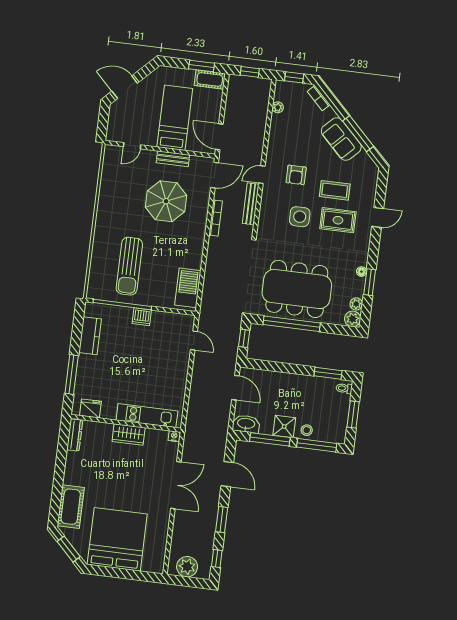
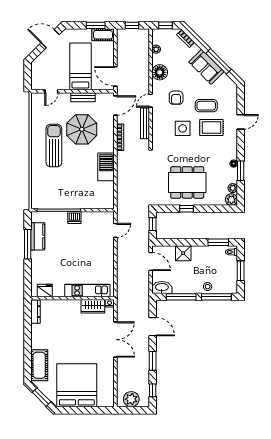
door: (125, 87) -> (50, 39), moved
floor lamp: (279, 139) -> (160, 72), added
sun lounger: (129, 266) -> (54, 146), moved, turned 180
barbecue: (188, 288) -> (106, 167), moved
dining table: (297, 289) -> (187, 182), width x0.73, depth x0.80
window: (292, 324) -> (187, 209), width x0.32
door: (194, 341) -> (115, 230), hinge flipped
window: (72, 374) -> (28, 244), moved
shower: (284, 427) -> (183, 253), moved
wardrobe: (129, 434) -> (93, 306), moved

